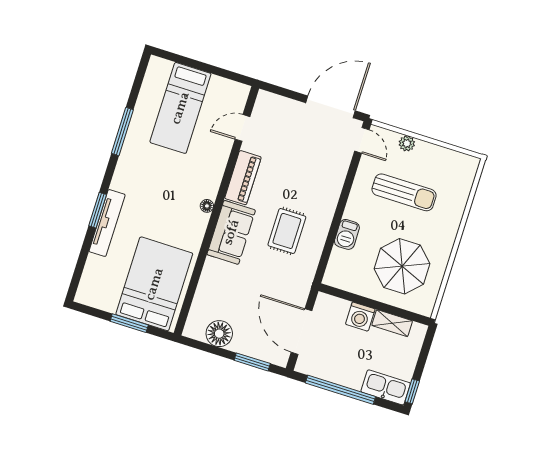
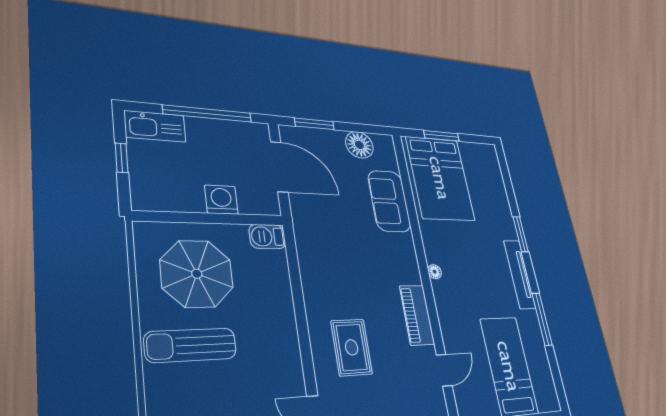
sun lounger: (404, 192) -> (191, 345), moved
tv unit: (107, 223) -> (520, 274), moved
rug: (287, 231) -> (352, 347), moved
sofa: (231, 232) -> (389, 201), moved
barbecue: (347, 234) -> (267, 236), moved, turned -90
shelving: (392, 323) -> (179, 202), removed
window: (412, 391) -> (122, 158), moved

